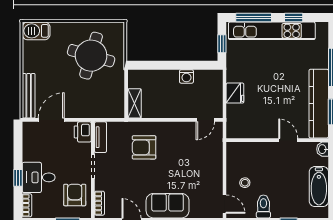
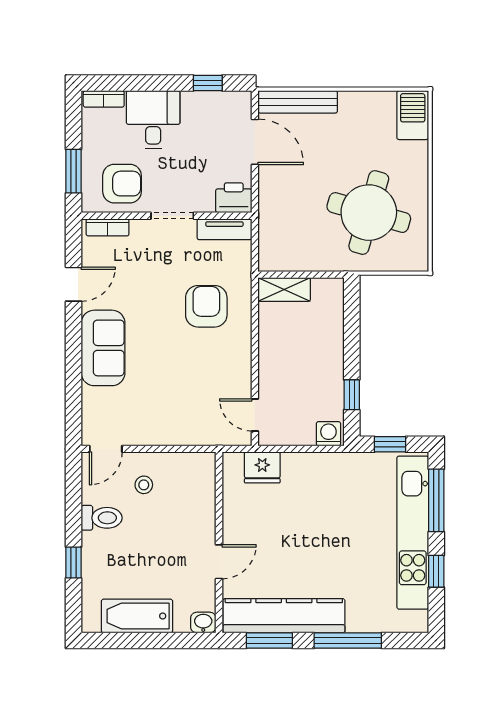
window: (194, 65) -> (352, 395), added
washing machine: (186, 76) -> (328, 434), moved, turned 90
fridge: (235, 93) -> (262, 467), moved
window: (18, 178) -> (208, 83), moved

